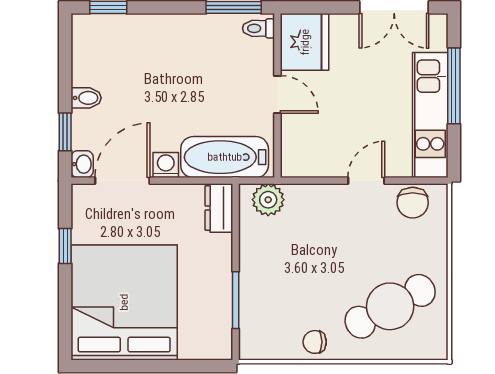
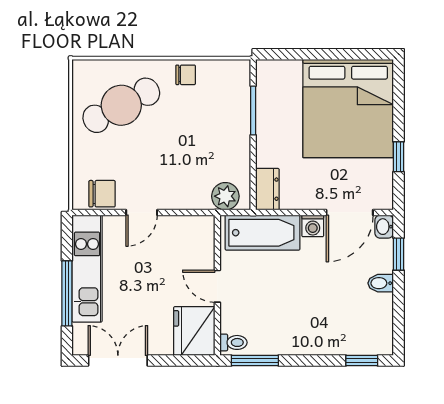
chair: (413, 203) -> (102, 194), turned 90

